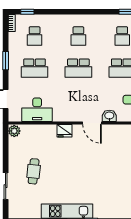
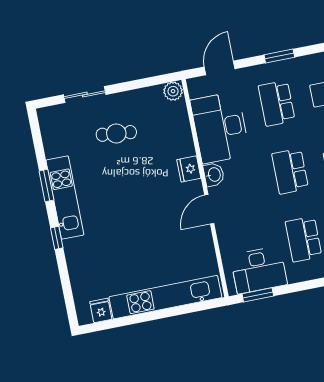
desk: (37, 110) -> (220, 127), width x1.36, depth x1.30
washbasin: (109, 116) -> (214, 175), moved

